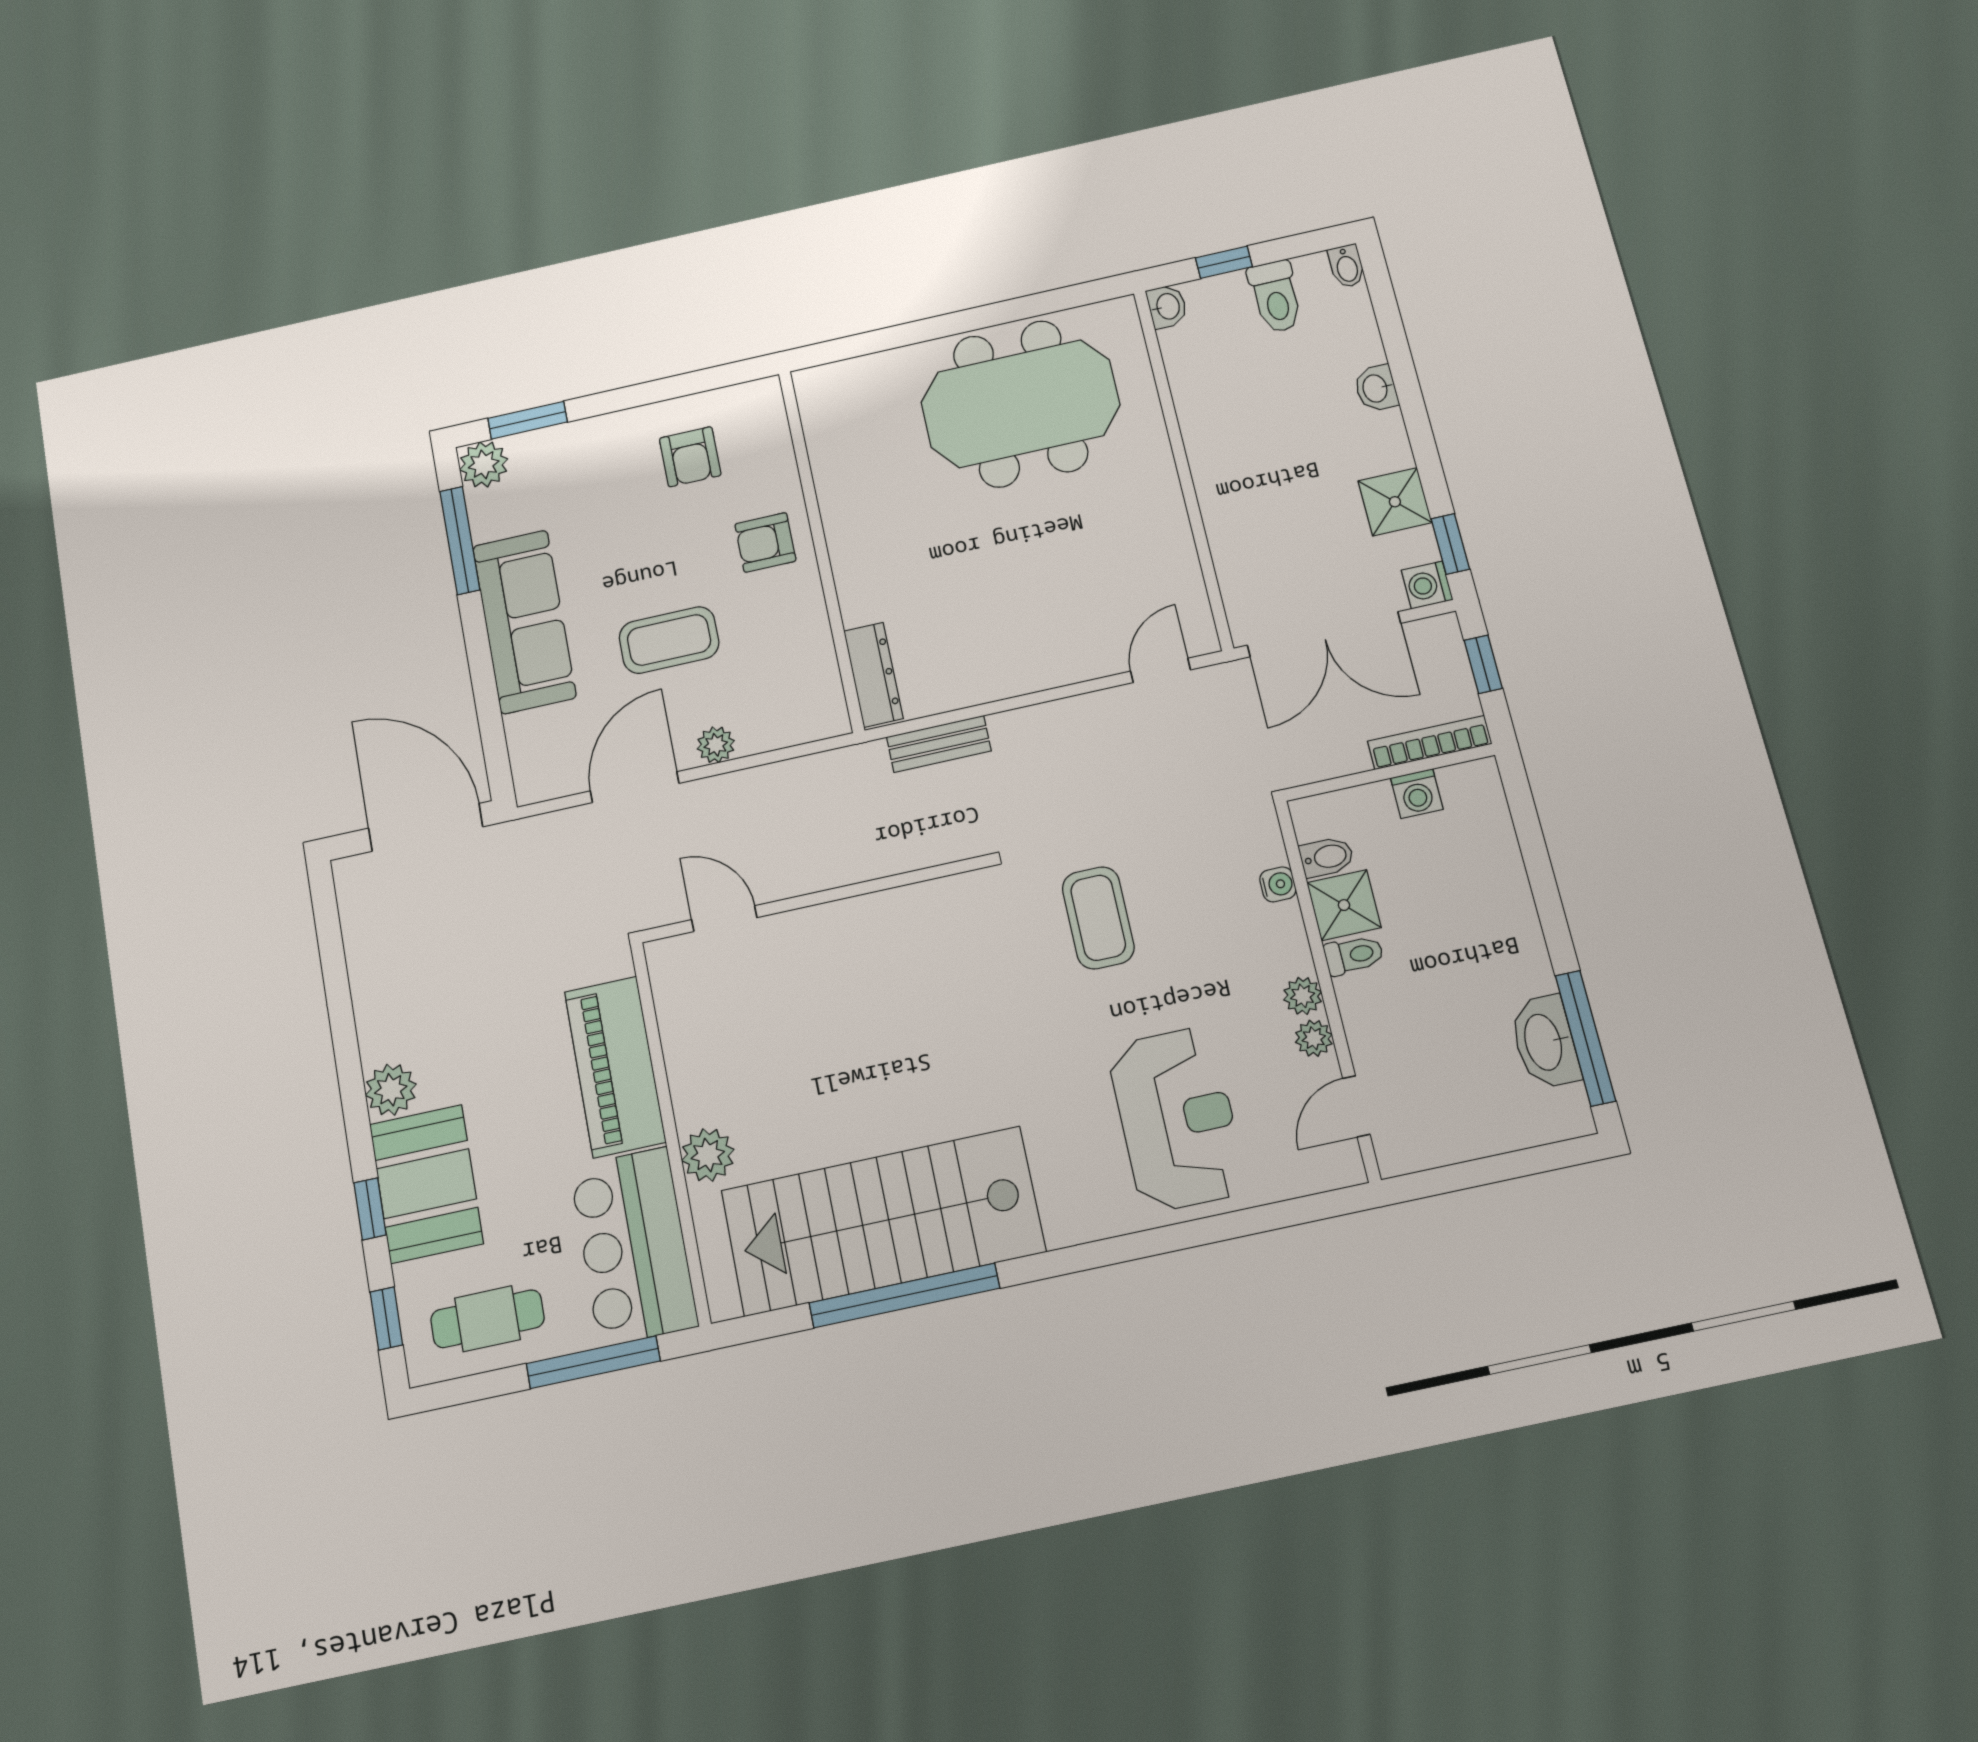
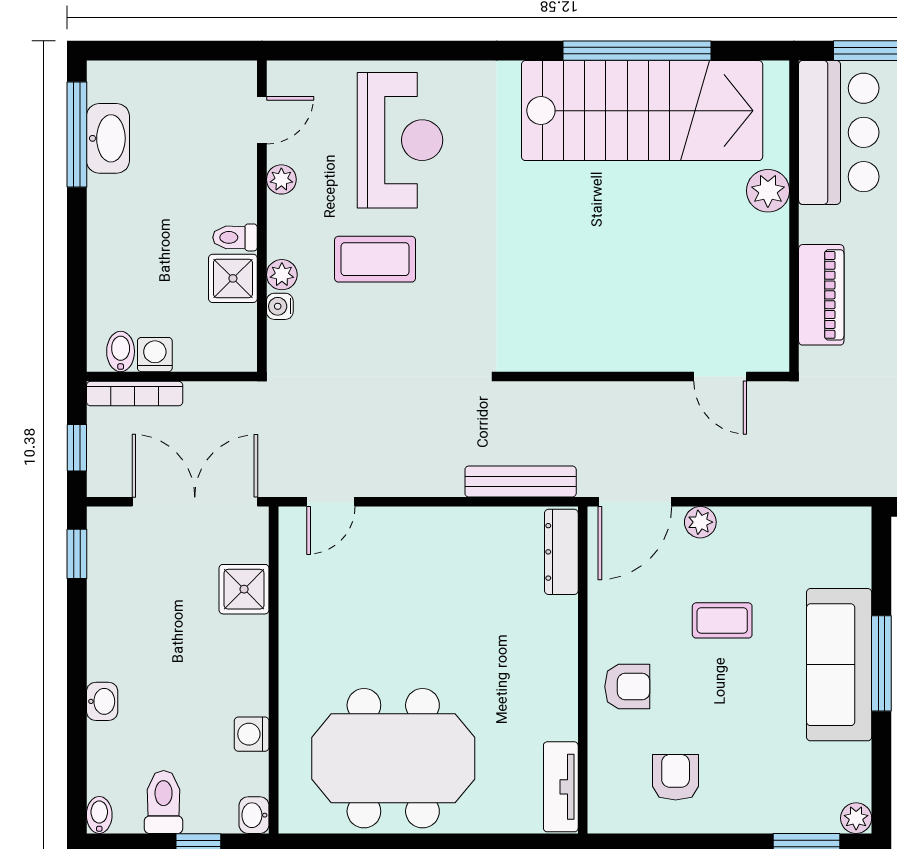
tv unit: (820, 417) -> (561, 787), added
plant: (484, 464) -> (856, 818), width x0.73, depth x0.73
shower: (1395, 502) -> (244, 589), moved
window: (460, 540) -> (881, 663), moved
washing machine: (1427, 585) -> (252, 734), moved, turned 180
coffee table: (669, 640) -> (722, 620), width x0.73, depth x0.77
bench: (939, 744) -> (521, 482), width x1.36
door: (635, 787) -> (635, 502), moved
bidet: (1327, 857) -> (121, 352), moved, turned 90
coffee table: (1098, 918) -> (375, 259), moved, turned 90
plant: (1303, 996) -> (282, 275), moved
piano: (615, 1067) -> (821, 295), width x0.73, depth x0.75
reception desk: (1177, 1119) -> (400, 140), turned 180

